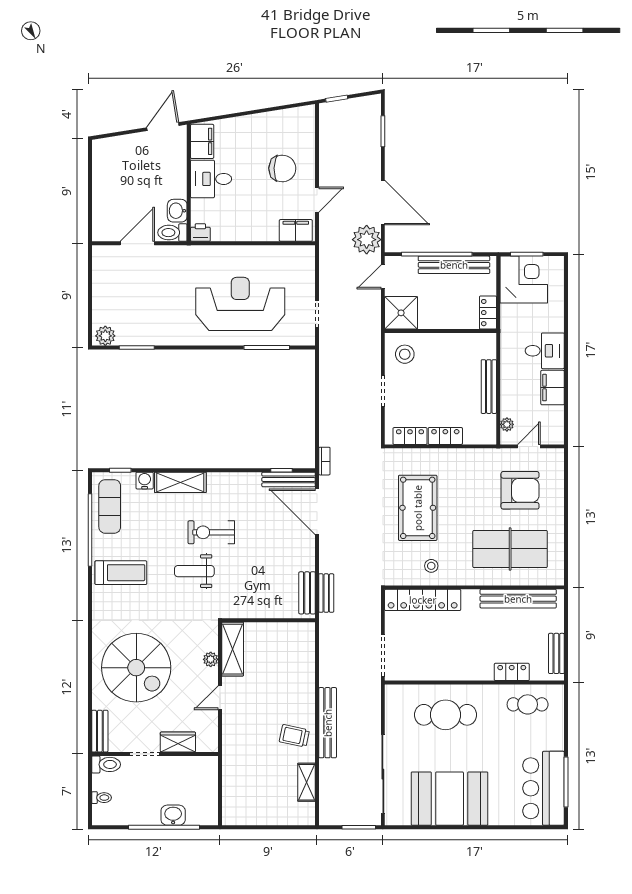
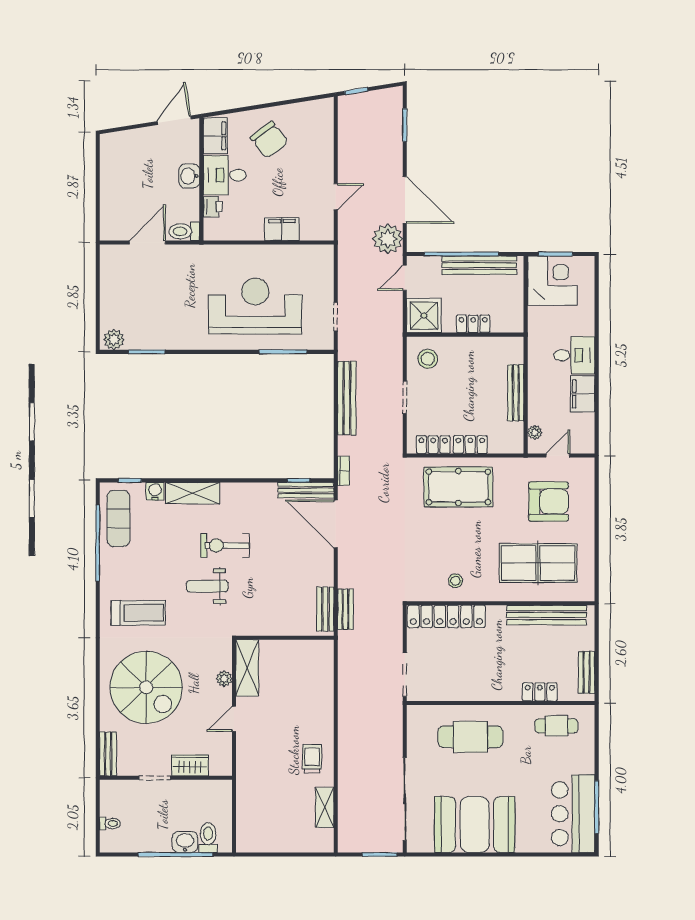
chair: (282, 168) -> (269, 140), moved, turned 51
washbasin: (177, 211) -> (189, 176), moved
filing cabinet: (296, 230) -> (282, 229), moved
printer: (200, 232) -> (213, 207), moved, turned 90
locker: (488, 313) -> (473, 324), moved, turned 90
pool table: (418, 508) -> (458, 487), moved, turned 90
treadmill: (121, 573) -> (138, 613), moved
bench: (328, 723) -> (347, 398), moved
trolley: (294, 736) -> (312, 759), turned 78
toilet: (106, 764) -> (208, 838), moved, turned -90

